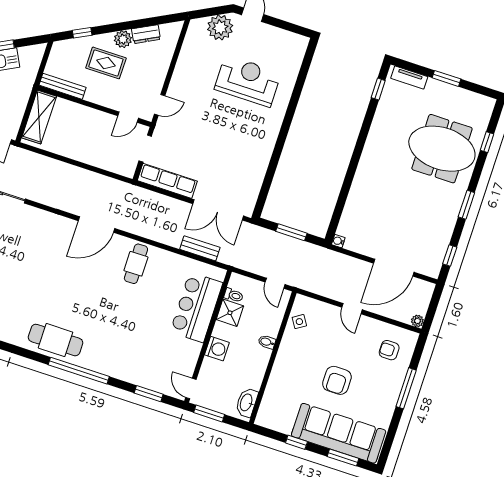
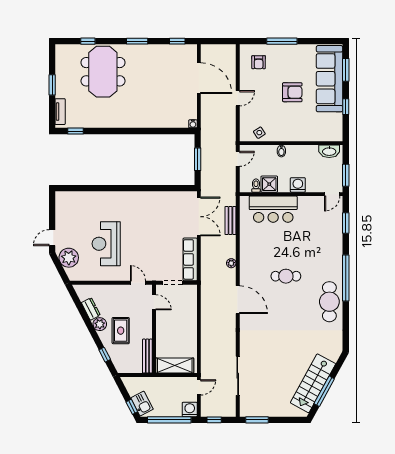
reception desk: (248, 81) -> (106, 244), moved
cafe table: (136, 264) -> (286, 276), moved
plant: (417, 321) -> (231, 263), moved

